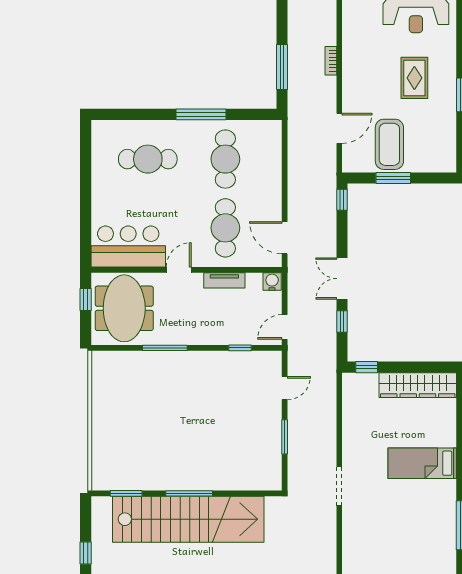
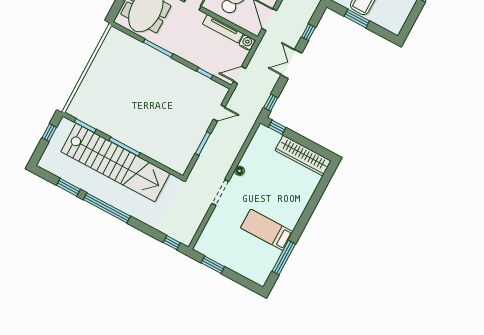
window: (342, 200) -> (308, 32), moved
tv unit: (224, 280) -> (223, 29), width x1.41
window: (342, 321) -> (271, 103), moved
floor lamp: (349, 446) -> (239, 171), added
bed: (422, 463) -> (267, 230), moved
window: (86, 553) -> (49, 133), moved

